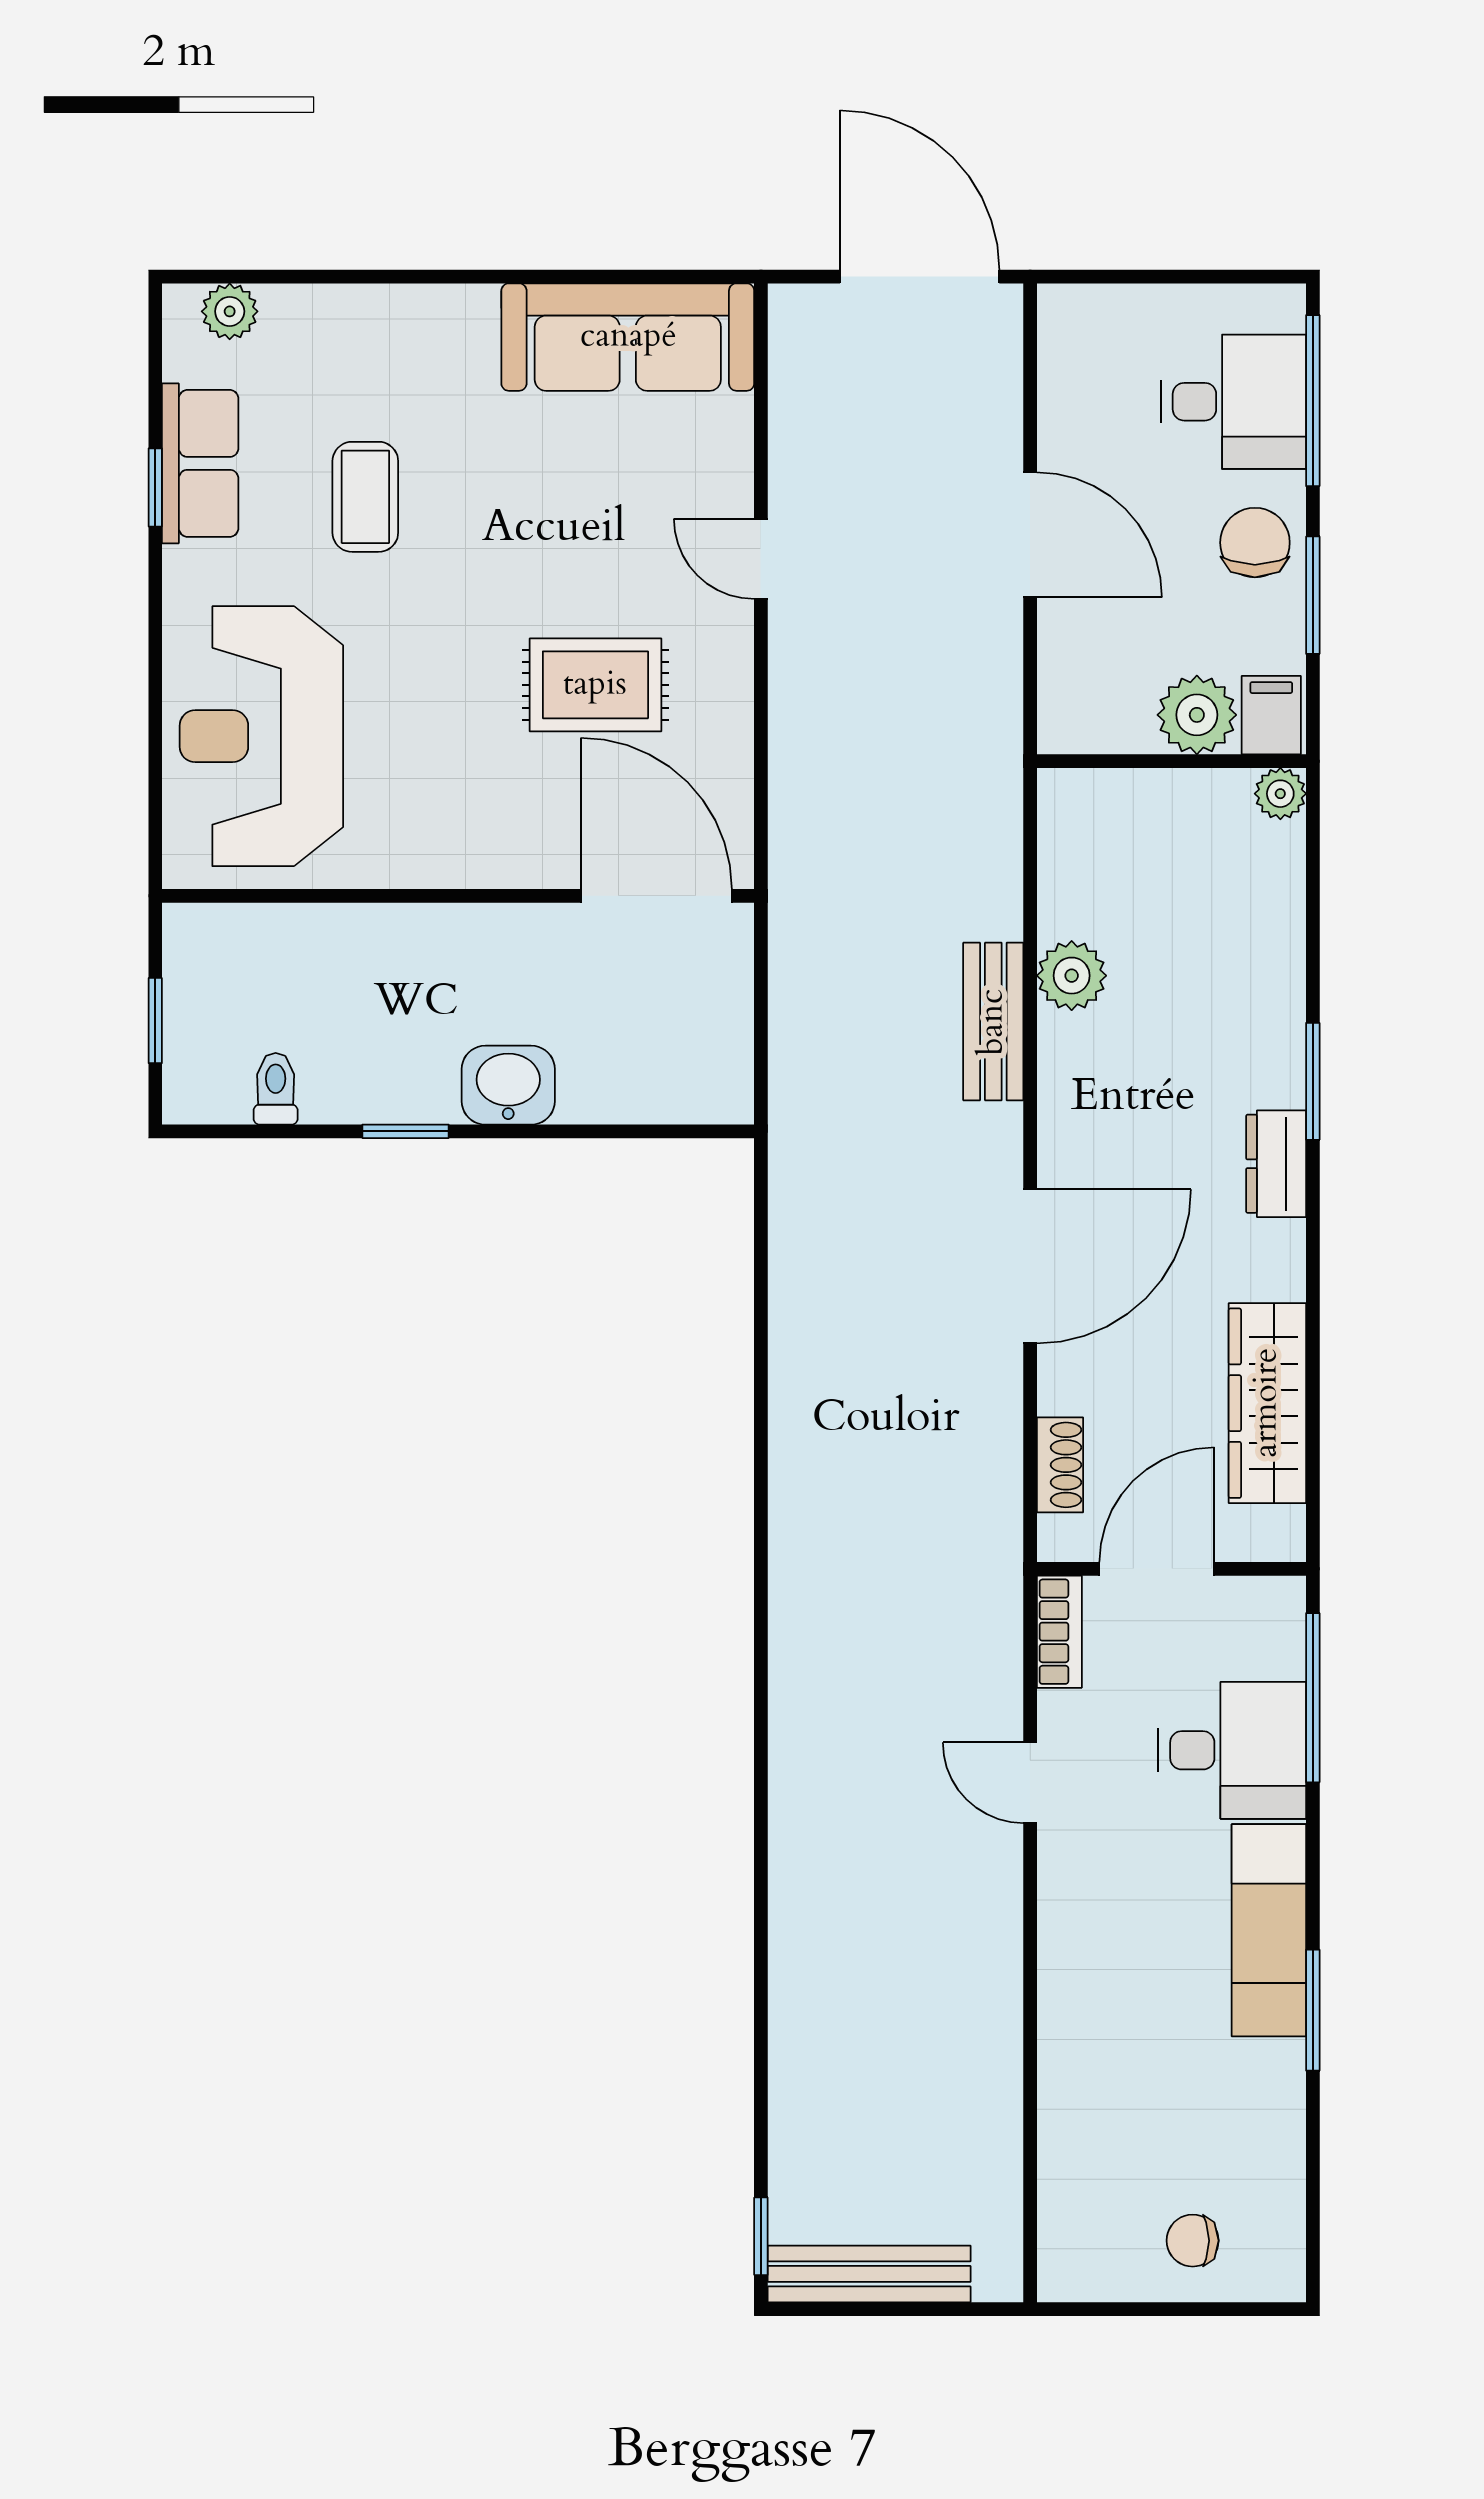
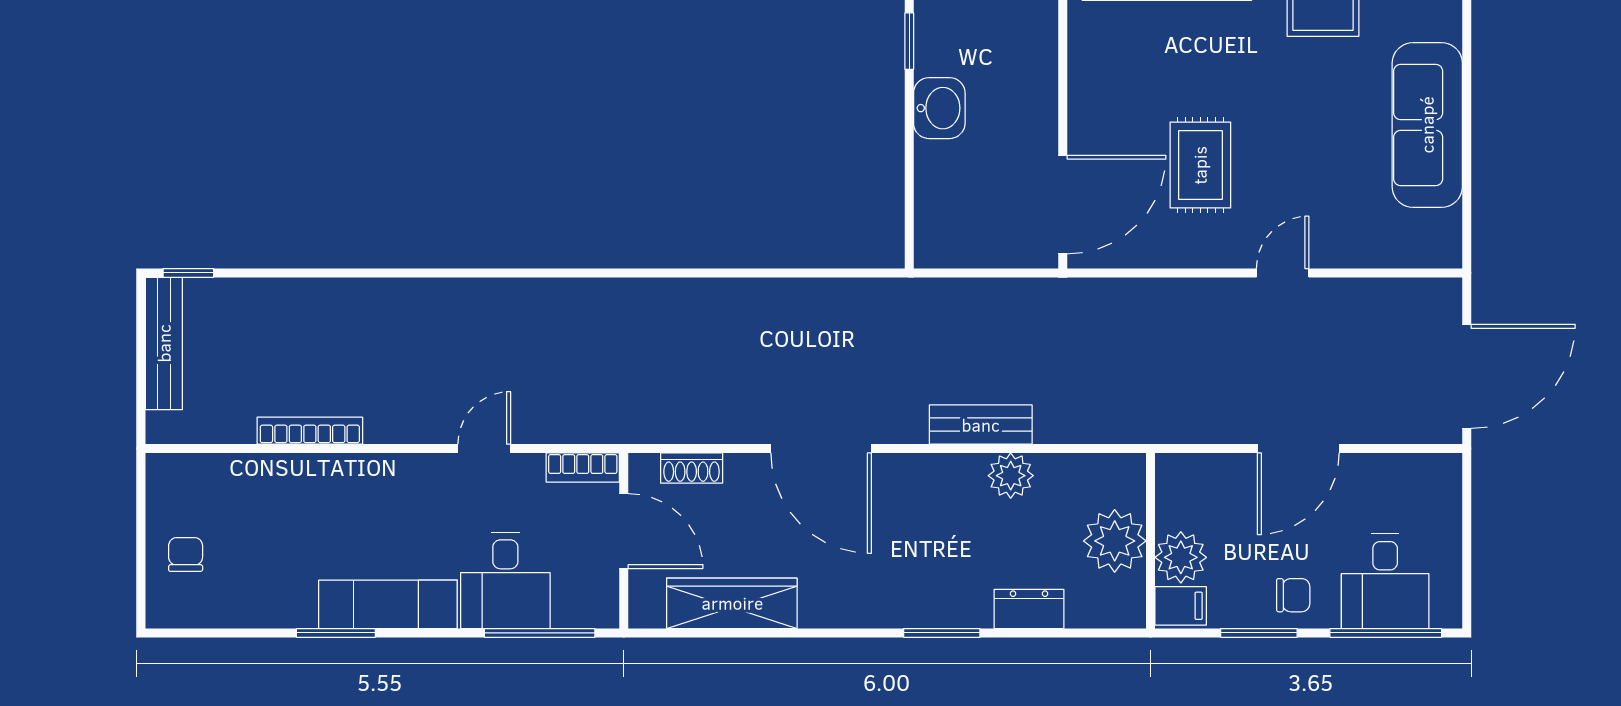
sofa: (628, 337) -> (1427, 125), moved
chair: (1255, 543) -> (1293, 595), width x0.73, depth x0.73
plant: (1280, 794) -> (1115, 541), moved, width x1.88, depth x1.88
dresser: (1276, 1164) -> (1029, 609), moved
bookcase: (1003, 2050) -> (310, 431), added

